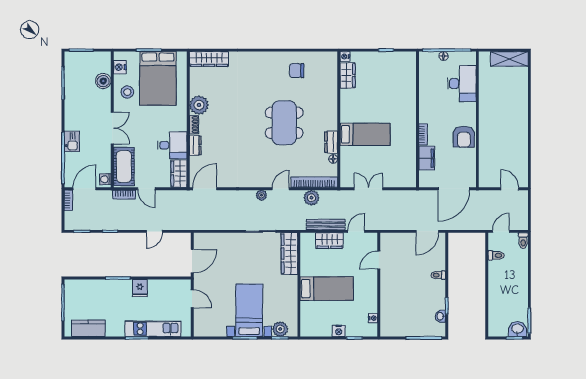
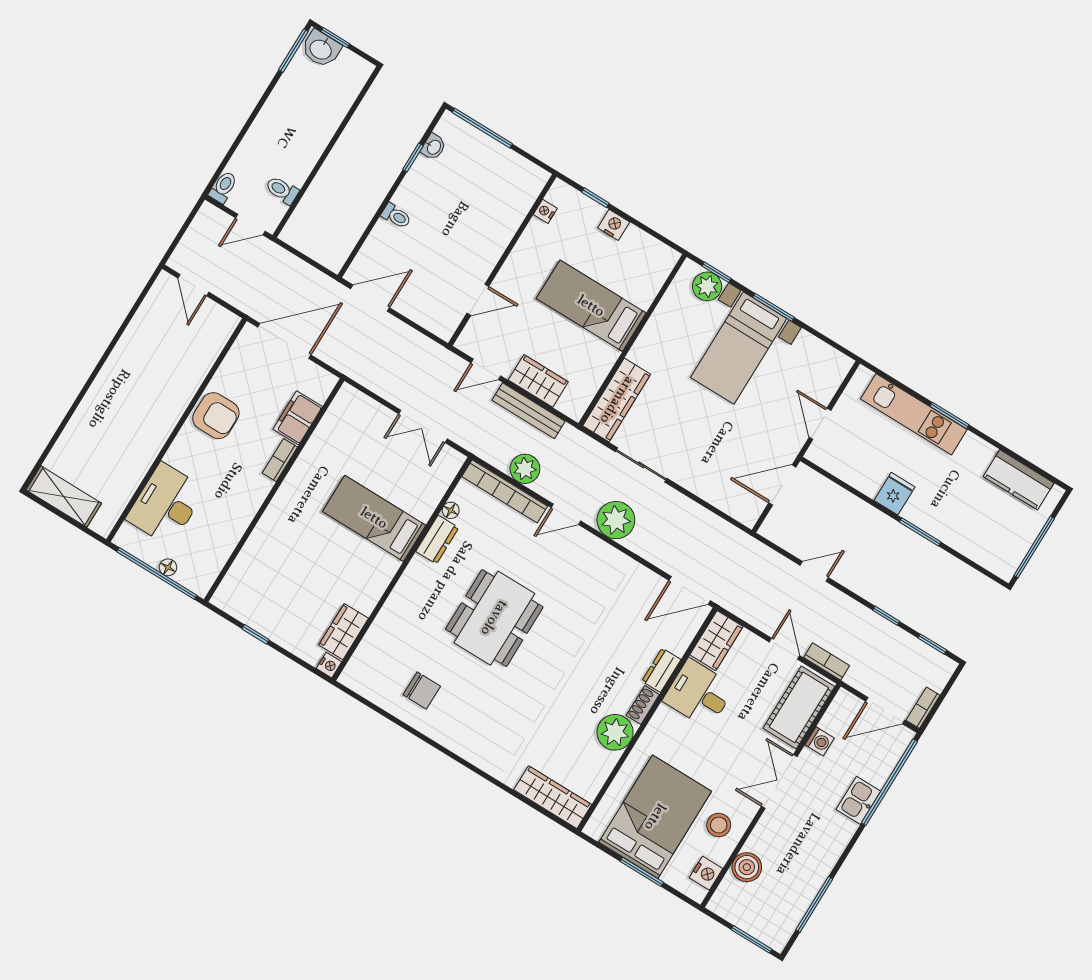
armchair: (464, 137) -> (216, 416), turned 90
washing machine: (105, 179) -> (820, 741), moved
plant: (261, 195) -> (616, 520), width x1.87, depth x1.87

